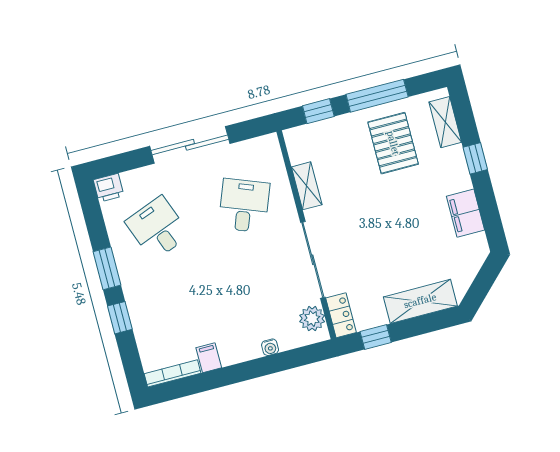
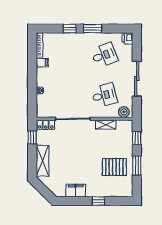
window: (377, 96) -> (137, 165), width x0.69
shelving: (445, 122) -> (118, 192), removed
desk: (244, 206) -> (104, 95), turned -36
plant: (312, 319) -> (124, 112), moved

